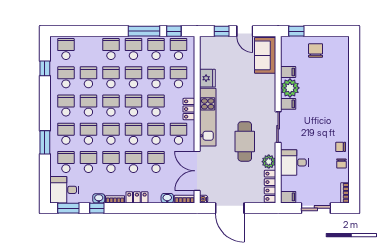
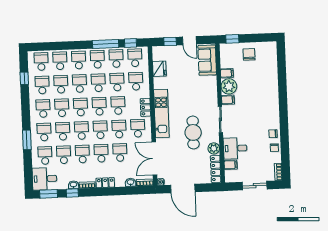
school desk: (88, 49) -> (60, 61), added
fridge: (207, 78) -> (159, 69), moved
filing cabinet: (288, 197) -> (231, 165), moved

